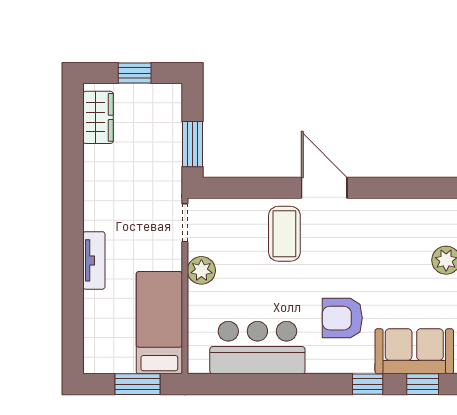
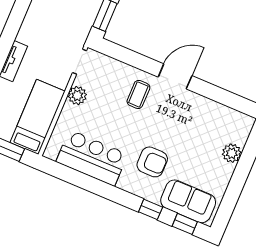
door: (324, 188) -> (175, 76), hinge flipped
coffee table: (284, 234) -> (138, 94), width x0.73, depth x0.77
armchair: (342, 318) -> (152, 162), turned 180

